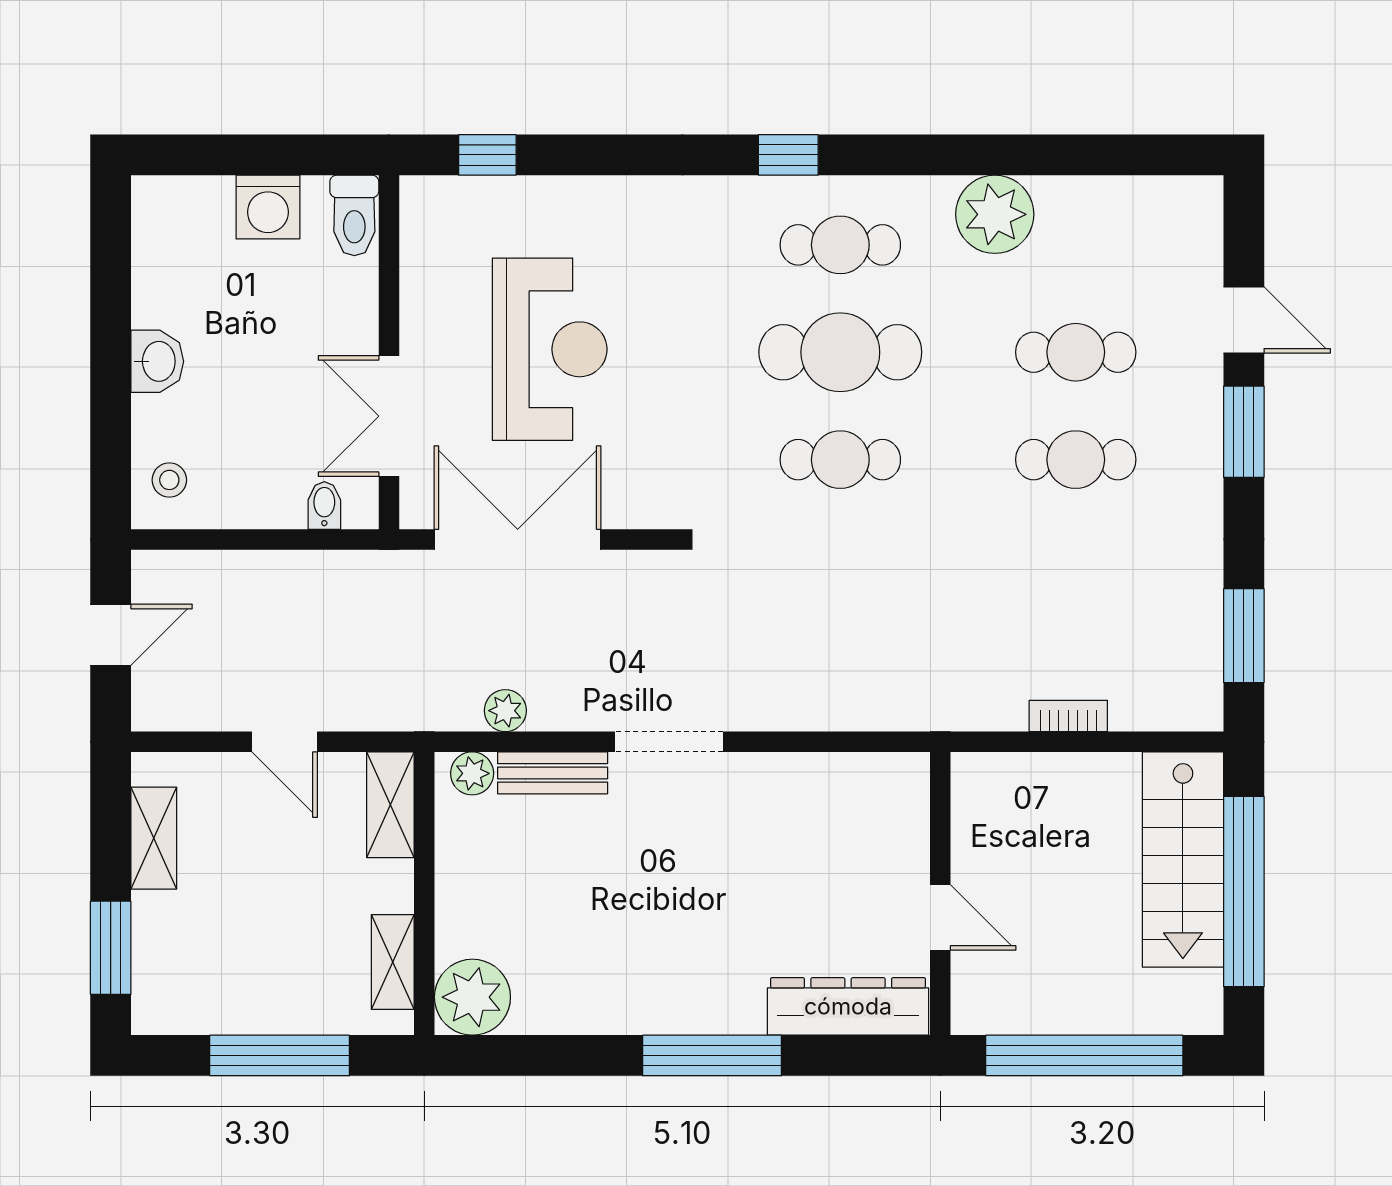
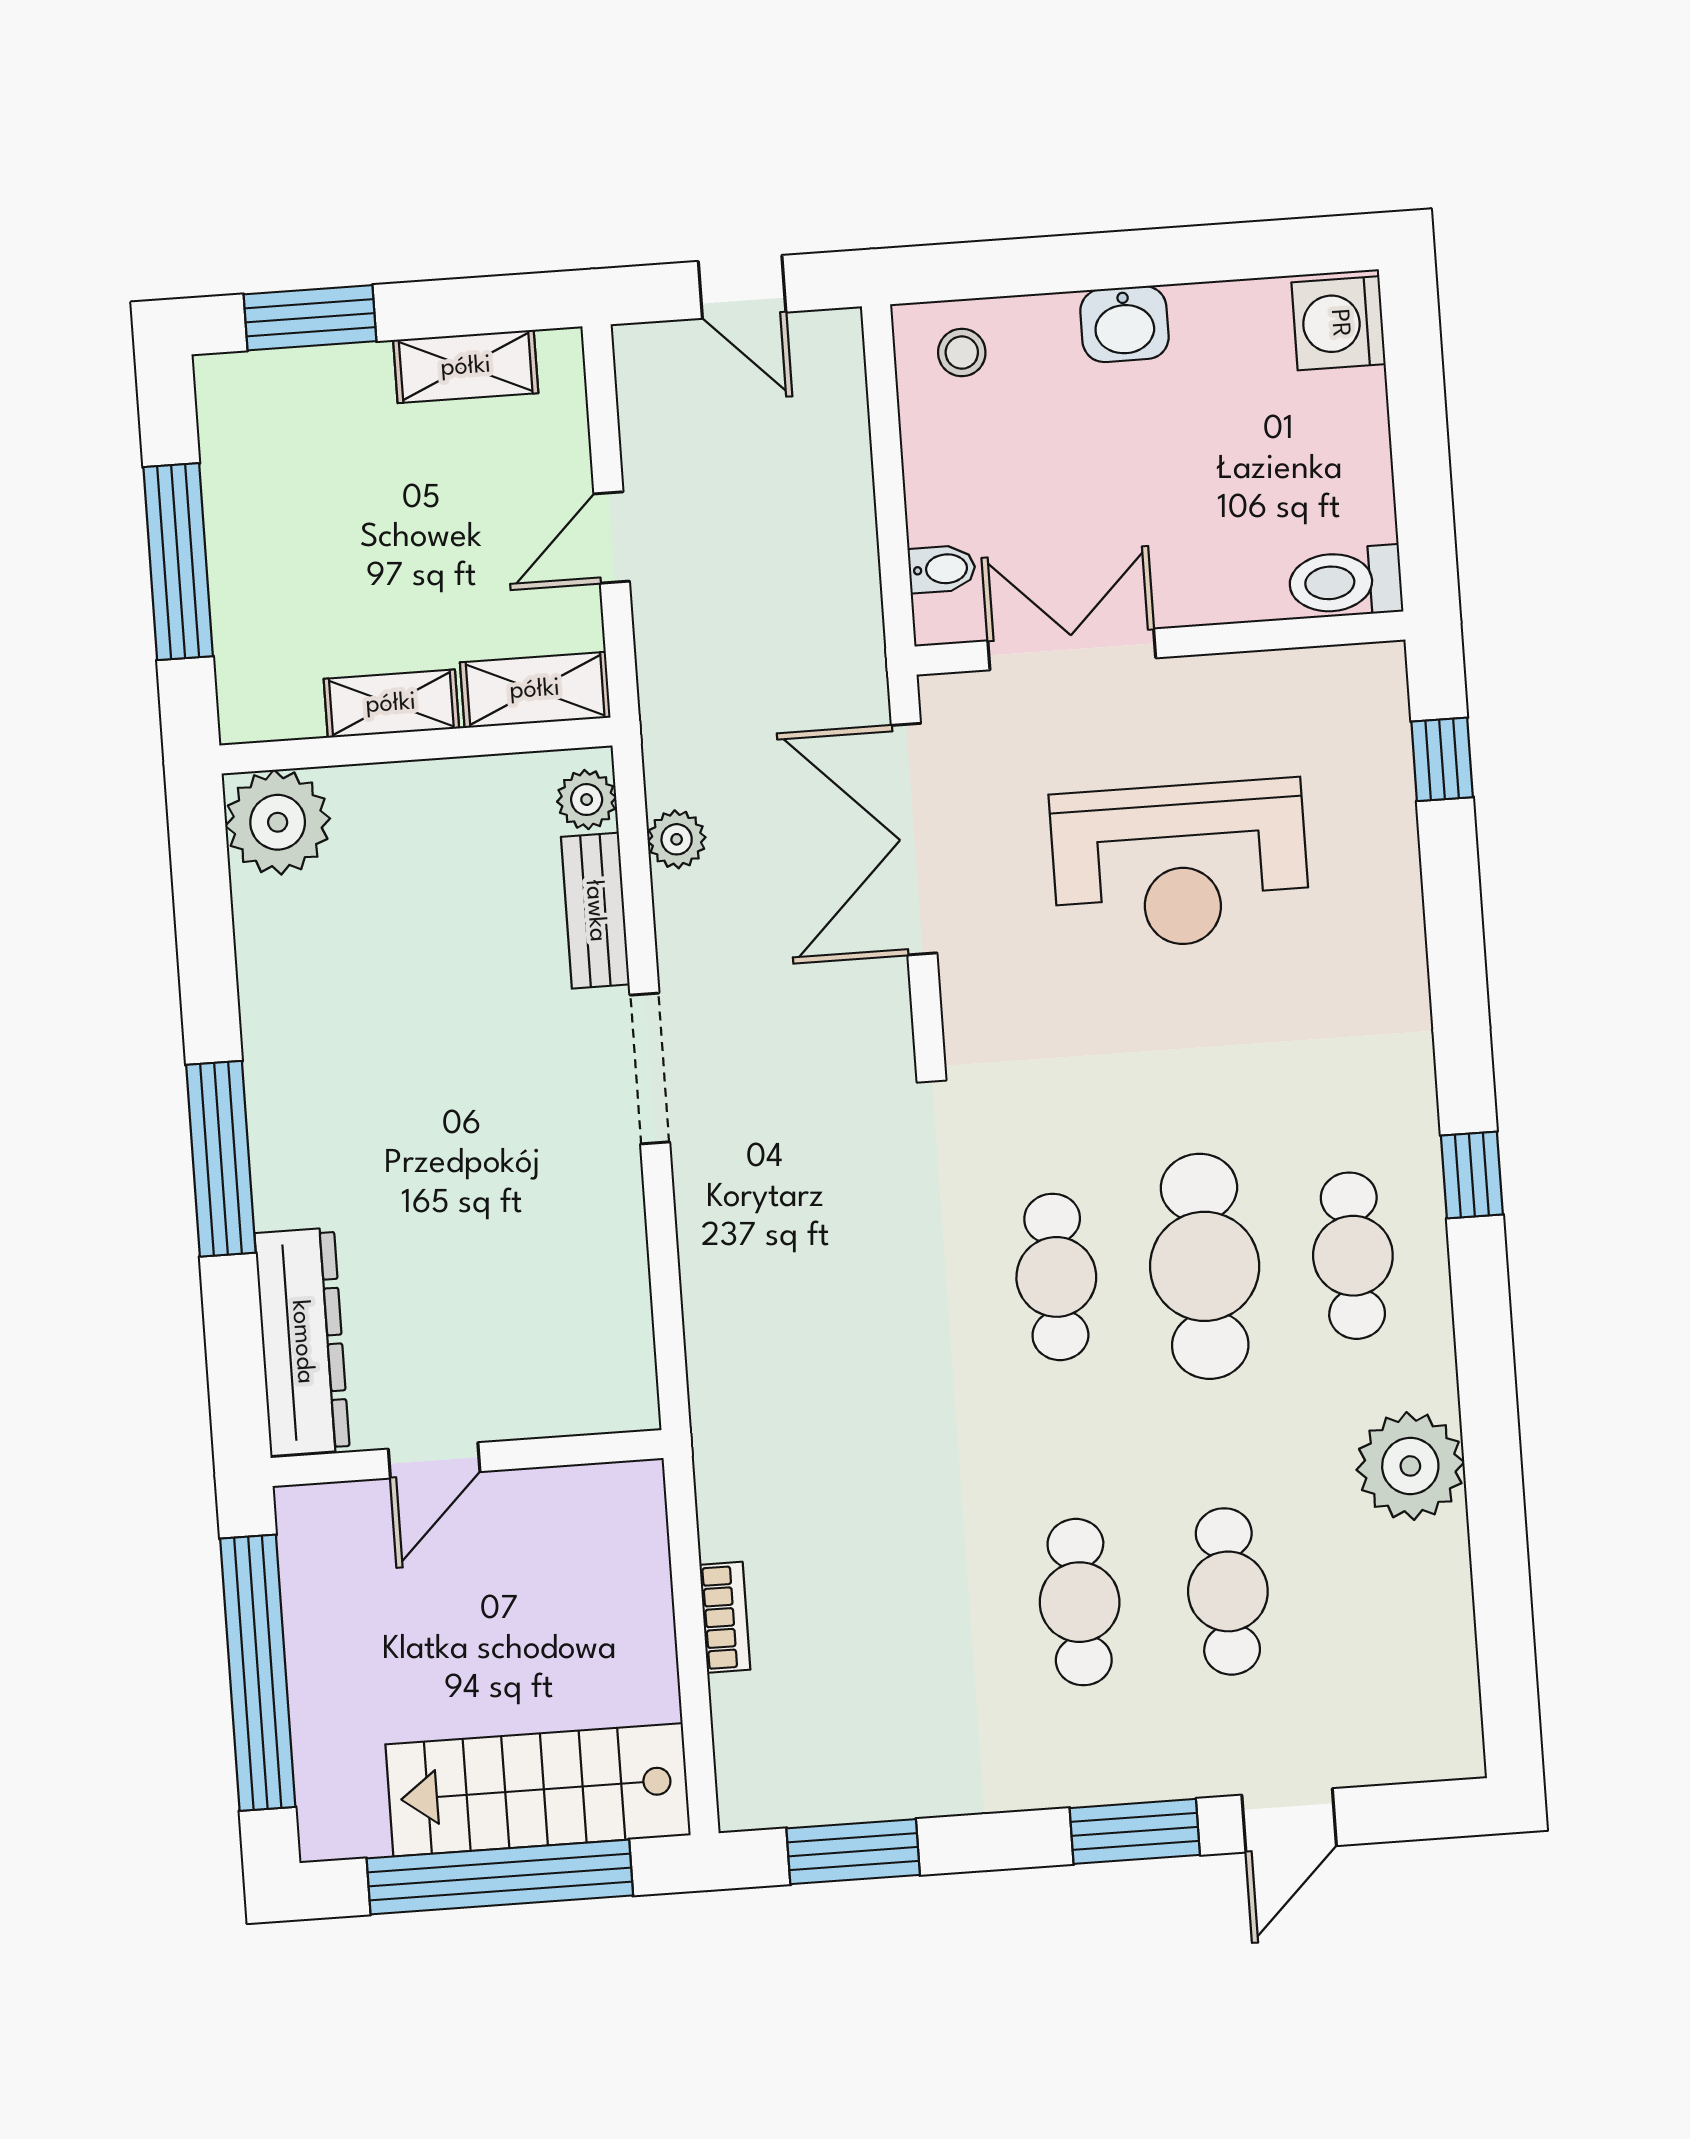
washing machine: (268, 207) -> (1339, 323), moved
double door: (518, 539) -> (914, 839), swing flipped
shelving: (393, 962) -> (391, 704), moved

